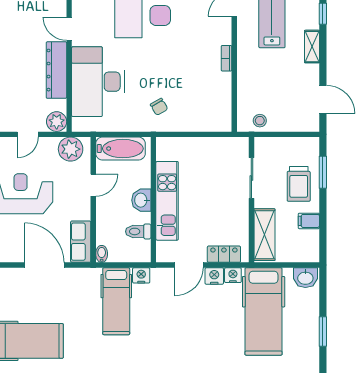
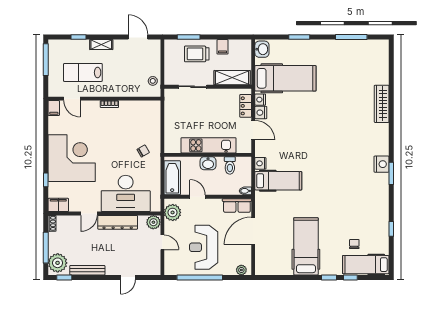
door: (323, 99) -> (138, 37), hinge flipped
trolley: (299, 184) -> (197, 54), turned 180

